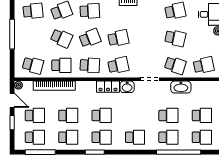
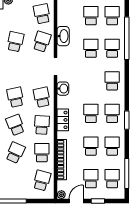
locker: (108, 87) -> (63, 120), moved

